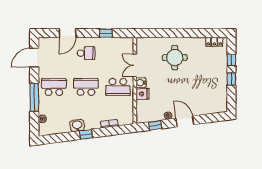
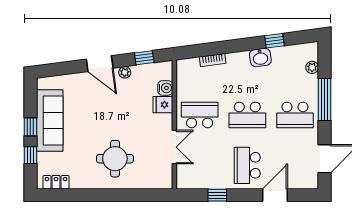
school desk: (86, 53) -> (247, 165), width x1.85
water cooler: (141, 83) -> (165, 88), moved
sofa: (218, 83) -> (50, 121), added
window: (86, 134) -> (274, 41), moved

